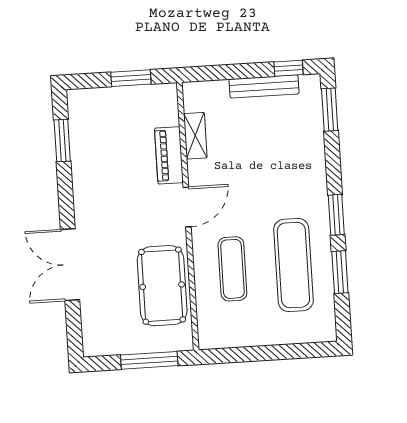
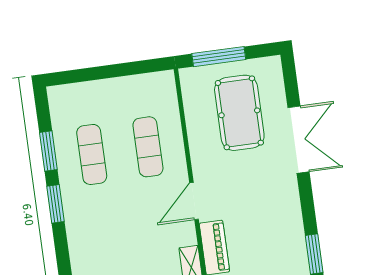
exercise mat: (293, 265) -> (92, 154), width x0.73, depth x0.69
pool table: (162, 286) -> (239, 113), moved

